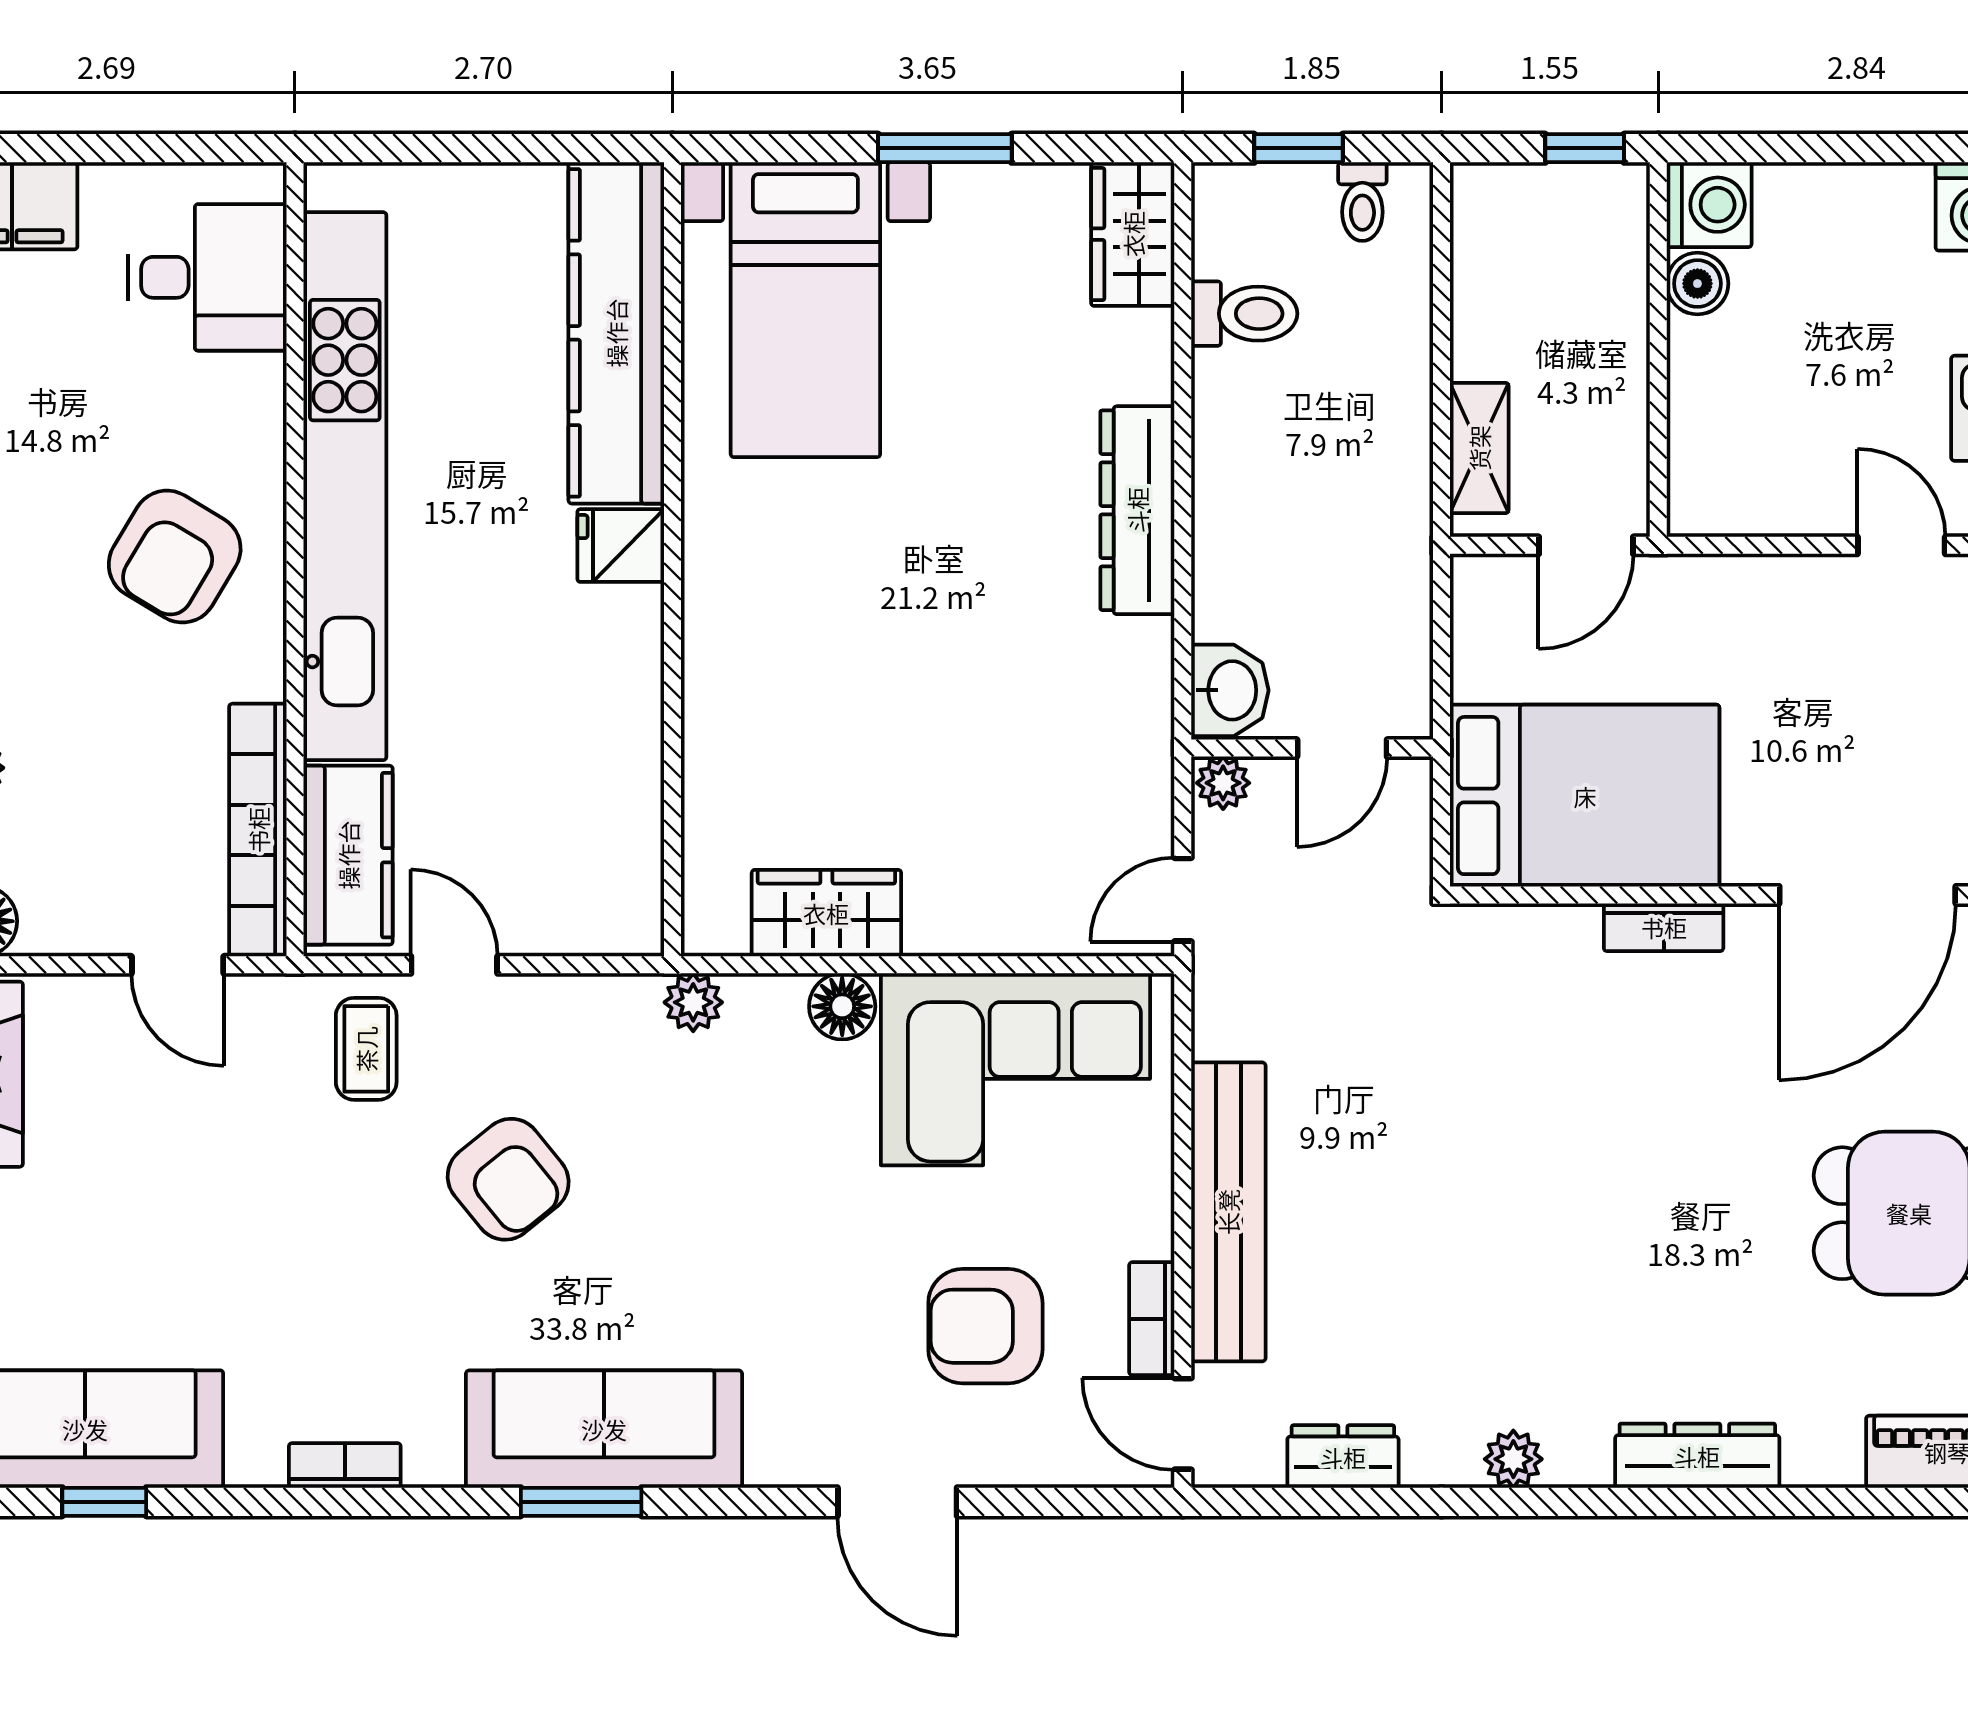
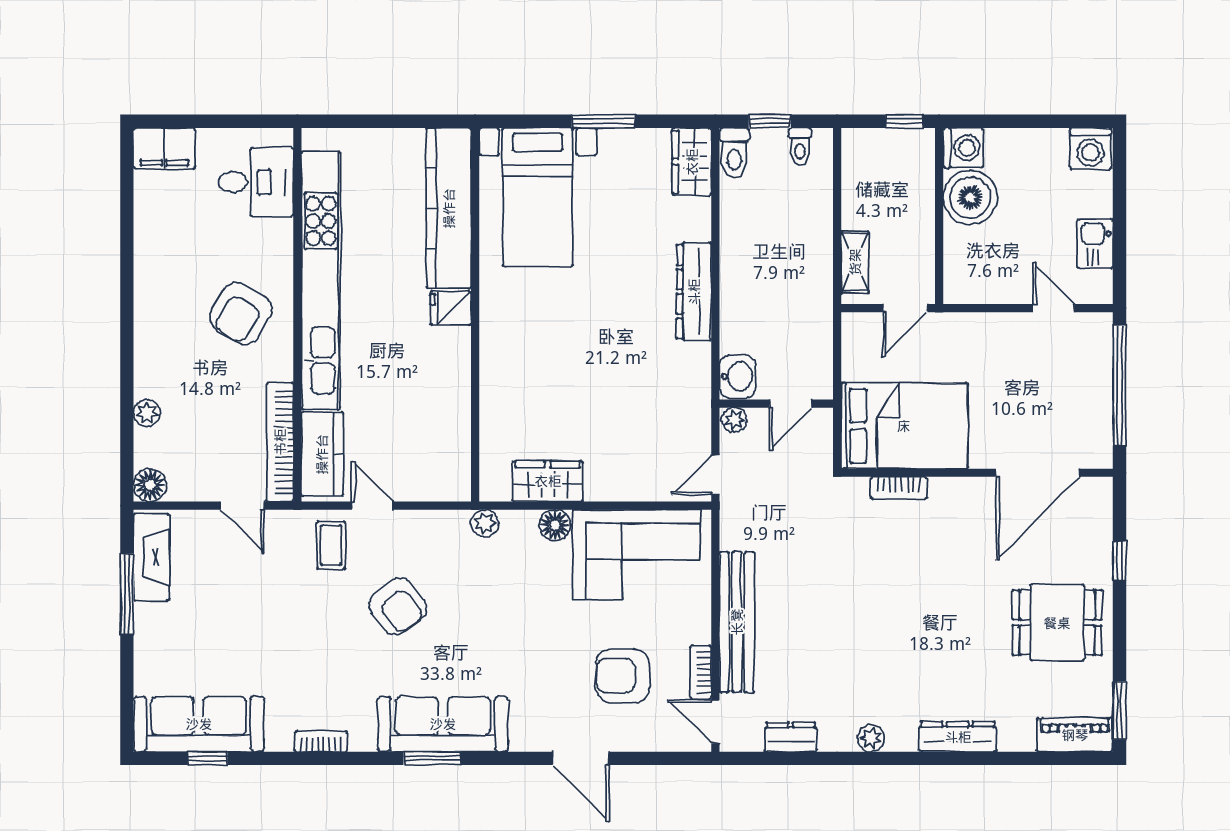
boiler: (1697, 284) -> (970, 197), width x1.86, depth x1.86
toilet: (1244, 314) -> (734, 153), moved, turned 90
bookcase: (1664, 927) -> (899, 488), moved

